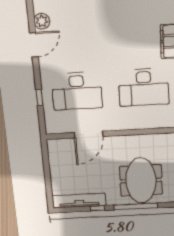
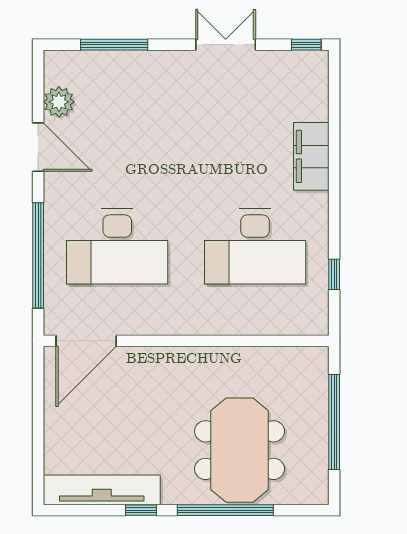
door: (34, 45) -> (38, 147), hinge flipped
window: (39, 97) -> (38, 255), width x3.17
door: (89, 135) -> (86, 341), moved

